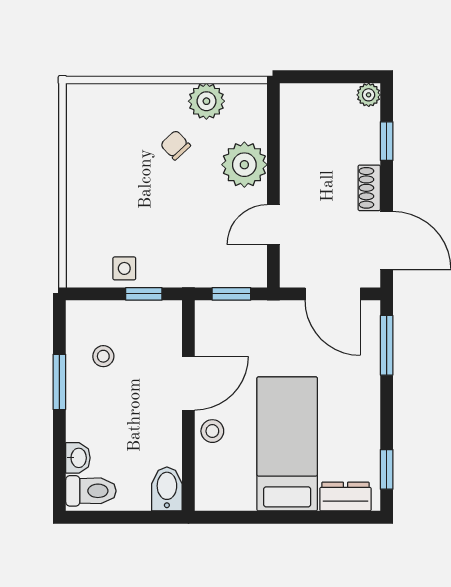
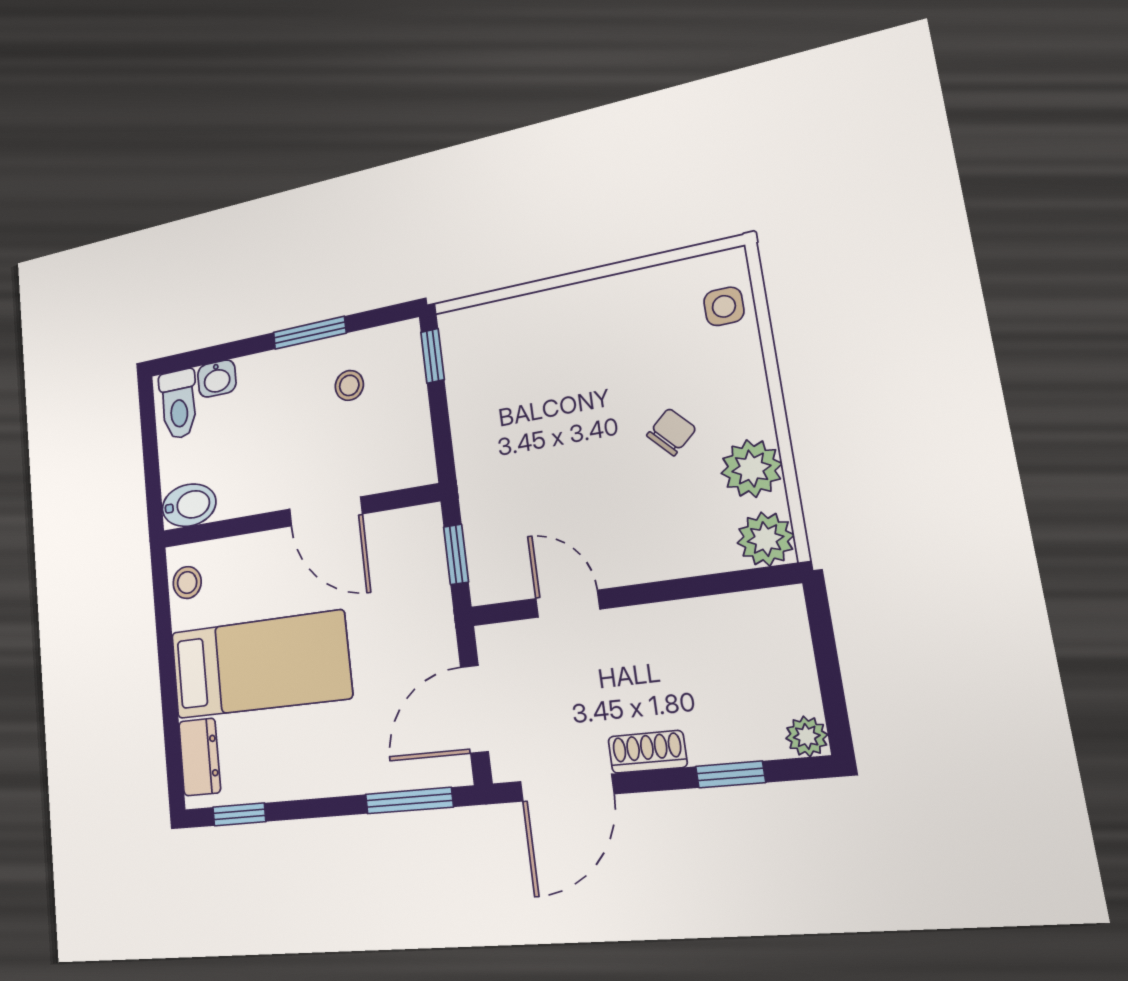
plant: (244, 165) -> (766, 539), moved, width x0.73, depth x0.73
side table: (124, 268) -> (724, 306), moved
window: (144, 294) -> (433, 356), moved
stool: (212, 431) -> (187, 583), moved

